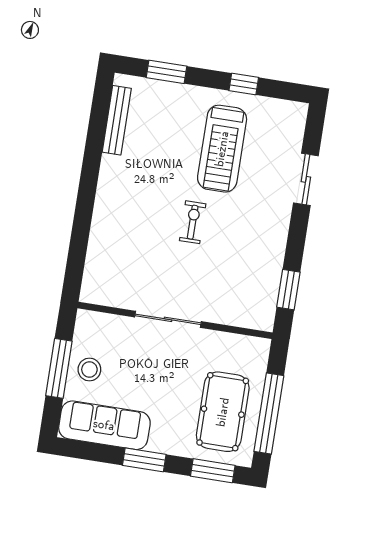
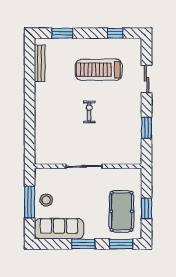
window: (244, 84) -> (115, 33), moved
treadmill: (222, 149) -> (99, 70), turned 90
window: (288, 290) -> (147, 128), moved
window: (269, 414) -> (147, 208), width x0.47

